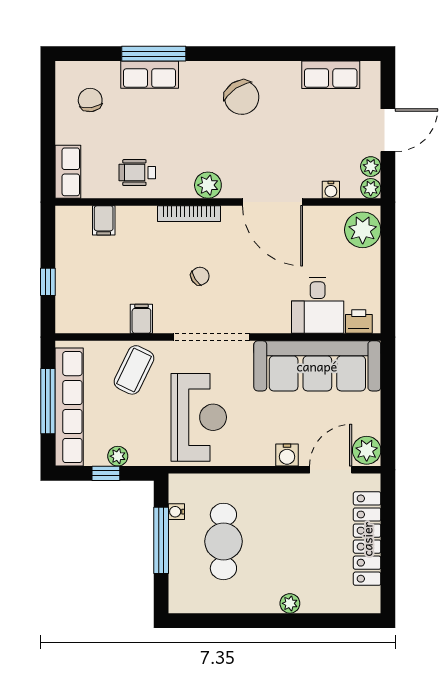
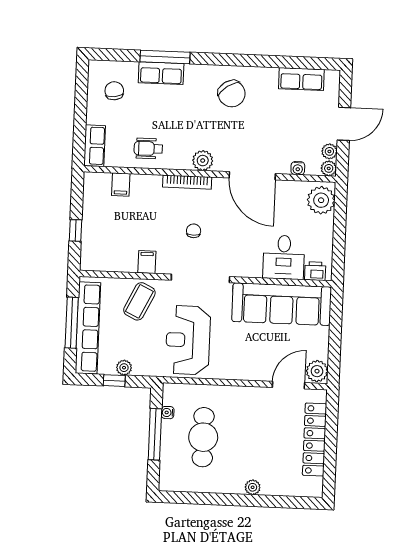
chair: (200, 276) -> (194, 231), turned -58
reception desk: (199, 417) -> (188, 340), turned 180
water cooler: (287, 455) -> (255, 372), removed

